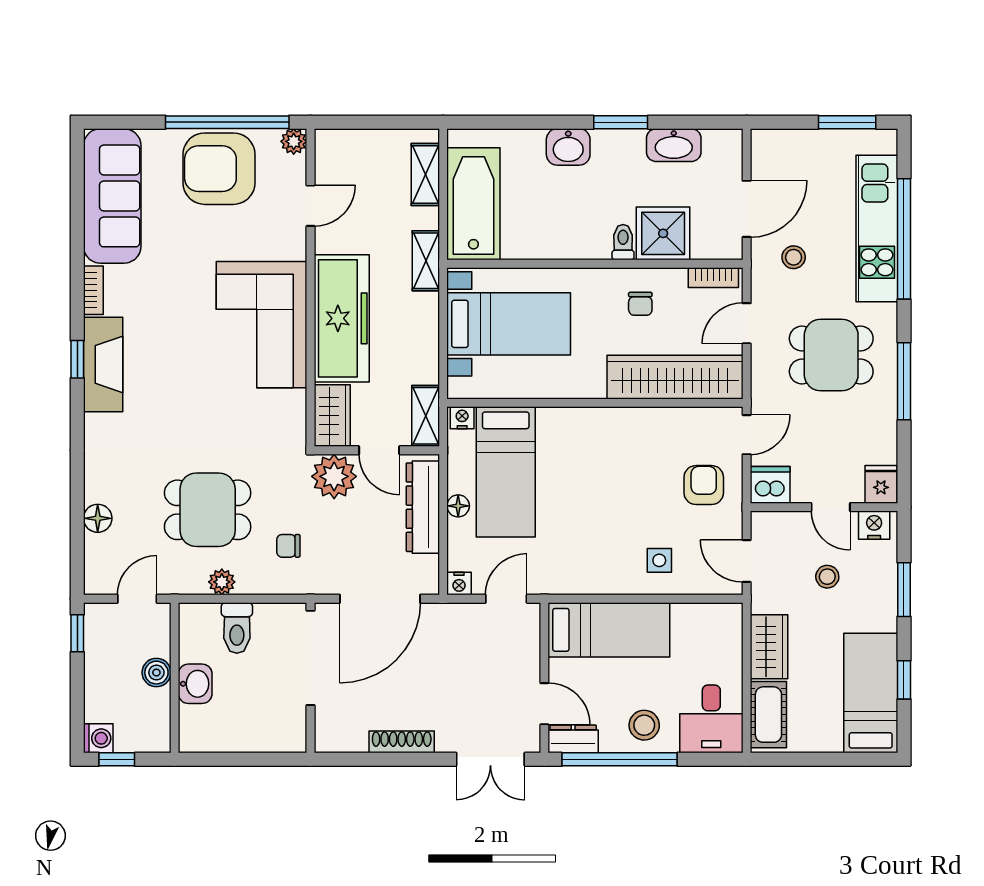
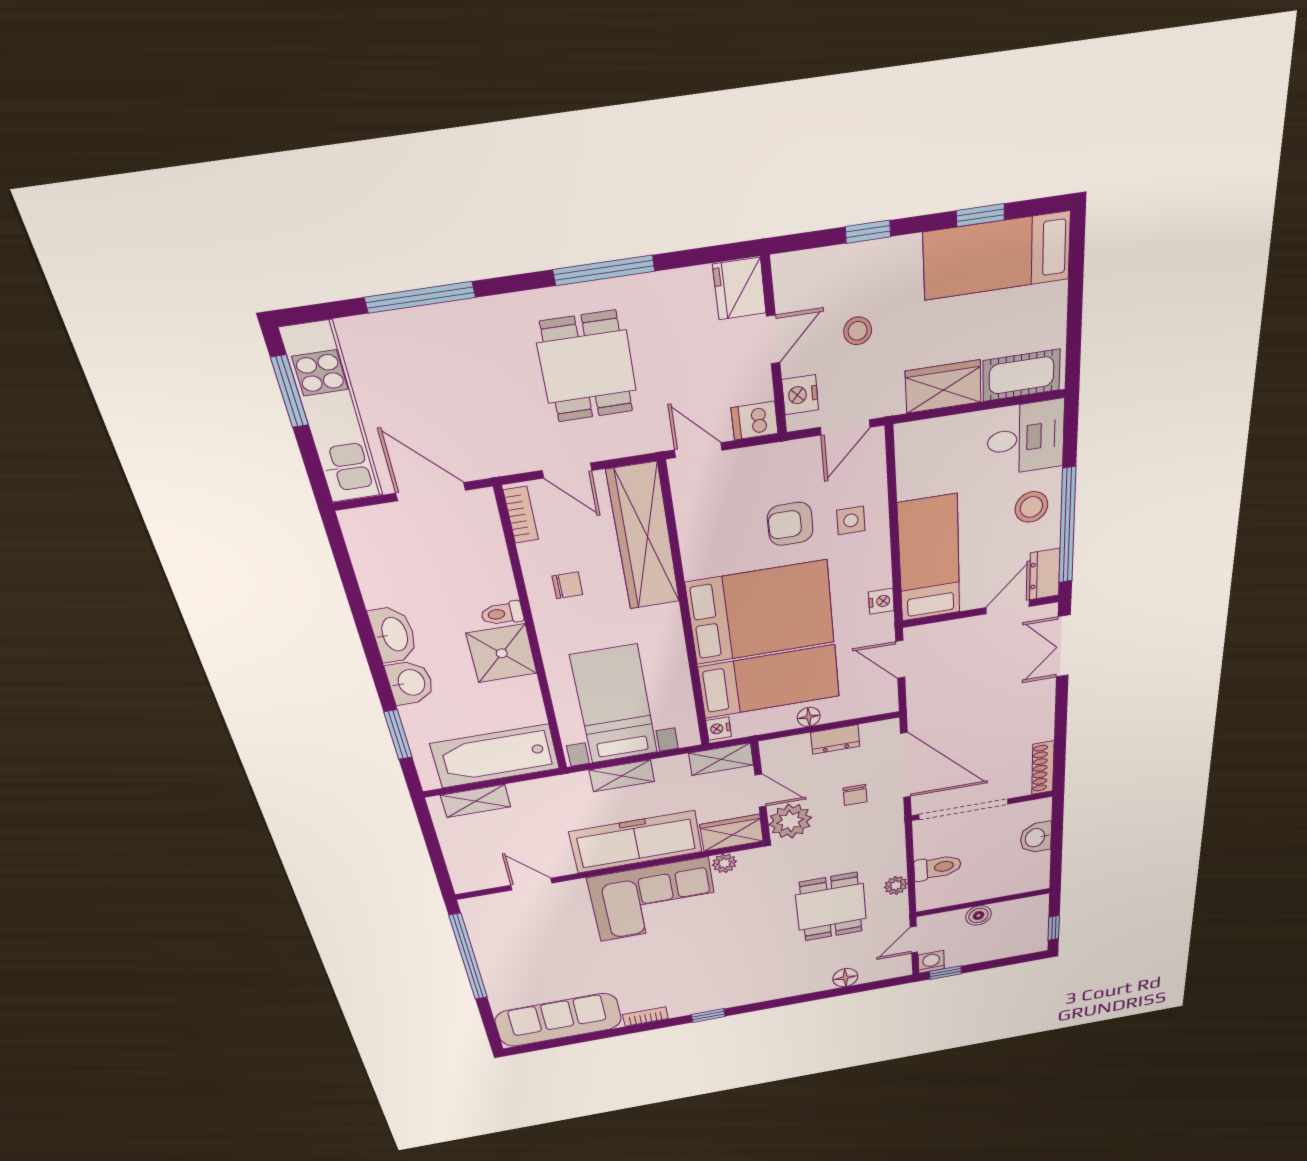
window: (621, 122) -> (398, 735), moved
plant: (294, 141) -> (724, 863), moved
washbasin: (674, 145) -> (394, 634), moved
armchair: (219, 169) -> (514, 955), removed
kitchen unit: (877, 228) -> (332, 414), moved, turned -90
shower: (663, 233) -> (502, 653), moved
window: (904, 239) -> (420, 297), width x0.68
stool: (794, 257) -> (476, 430), removed
shelving: (426, 261) -> (622, 776), moved
fireplace: (103, 364) -> (710, 999), removed
door: (379, 450) -> (761, 791), hinge flipped
bed: (581, 471) -> (761, 613), added
fridge: (881, 484) -> (740, 289), width x1.38
armchair: (704, 485) -> (790, 524), moved
dishwasher: (770, 485) -> (755, 421), width x0.73
dresser: (423, 507) -> (835, 739), width x0.51, depth x0.80
nightstand: (874, 525) -> (800, 395), moved
chair: (288, 546) -> (855, 795), moved
nightstand: (459, 584) -> (881, 601), moved
window: (904, 590) -> (868, 232), width x0.67
door: (137, 599) -> (914, 940), hinge flipped
washbasin: (195, 684) -> (1036, 838), moved, turned -90
washing machine: (98, 738) -> (931, 962), moved
shoe rack: (402, 742) -> (1043, 768), moved
double door: (490, 759) -> (1063, 646), swing flipped

